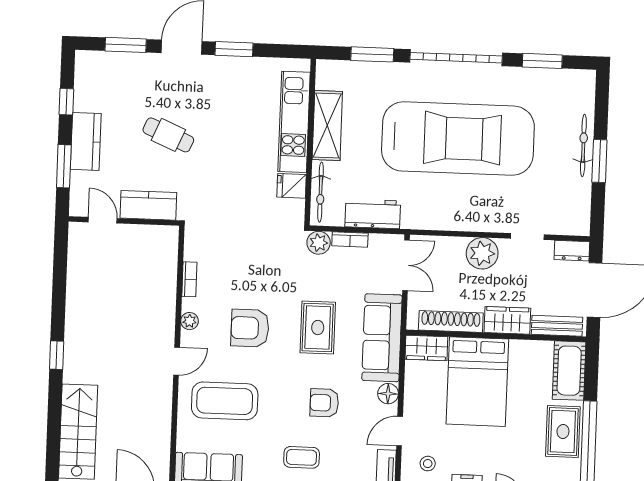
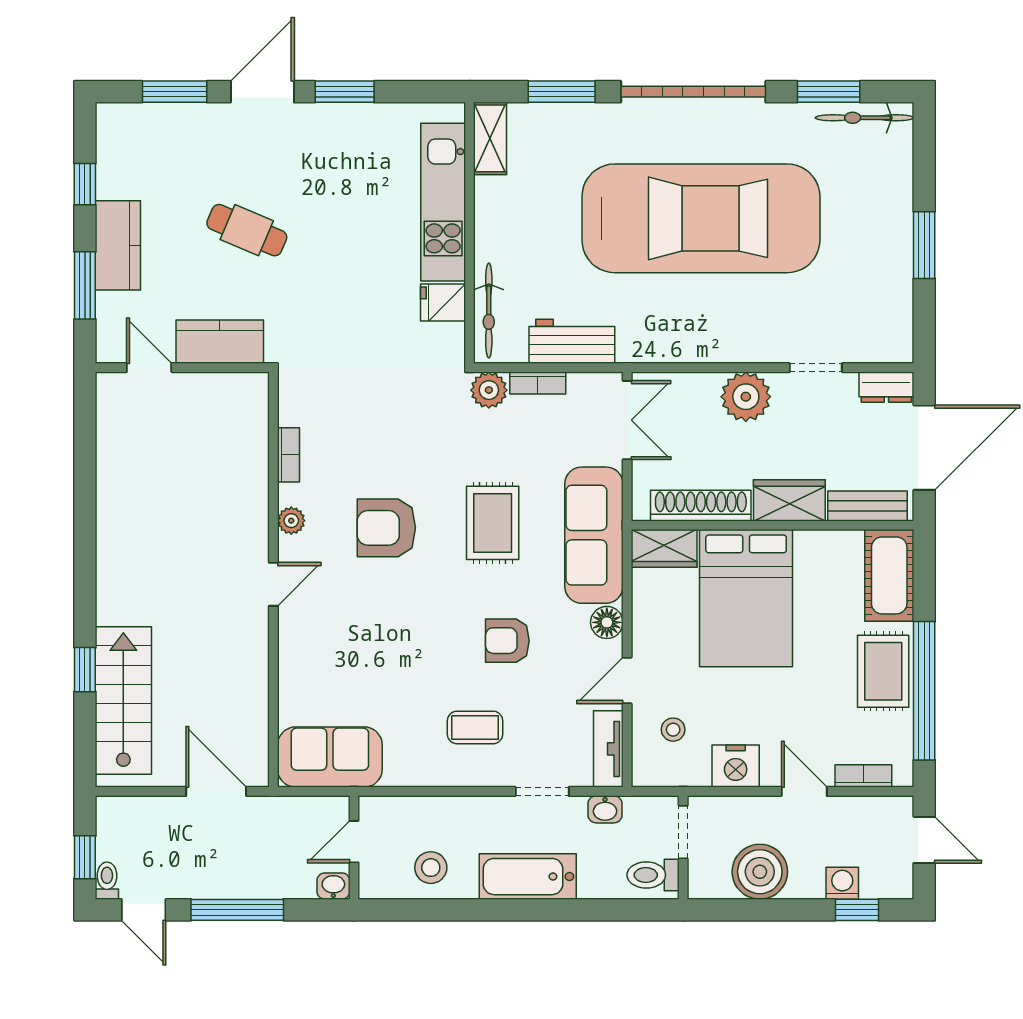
shelving: (327, 126) -> (490, 138), moved, width x0.67, depth x0.75
bicycle: (583, 145) -> (864, 118), moved, turned -90
window: (57, 355) -> (85, 670), moved
coffee table: (225, 401) -> (351, 644), removed

